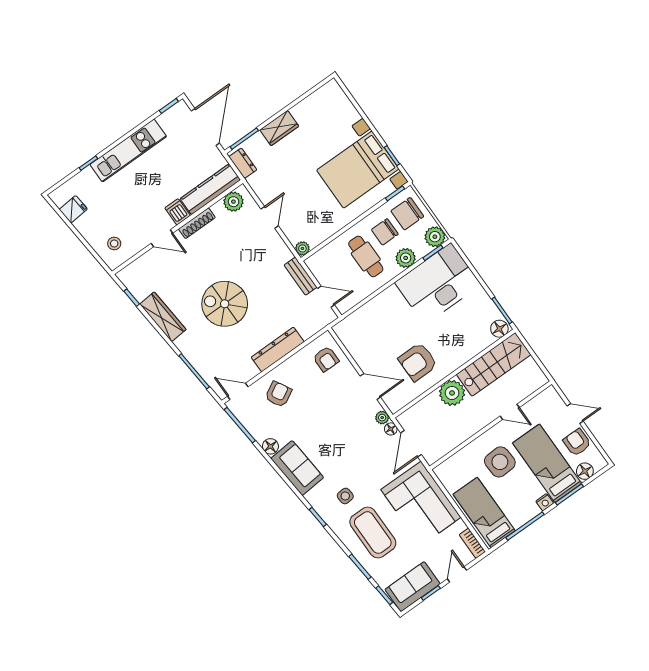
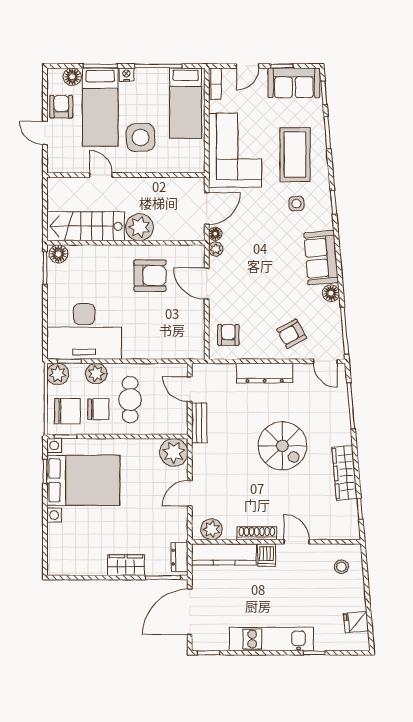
plant: (302, 248) -> (174, 452), width x1.88, depth x1.88
armchair: (577, 442) -> (61, 107), turned 180

